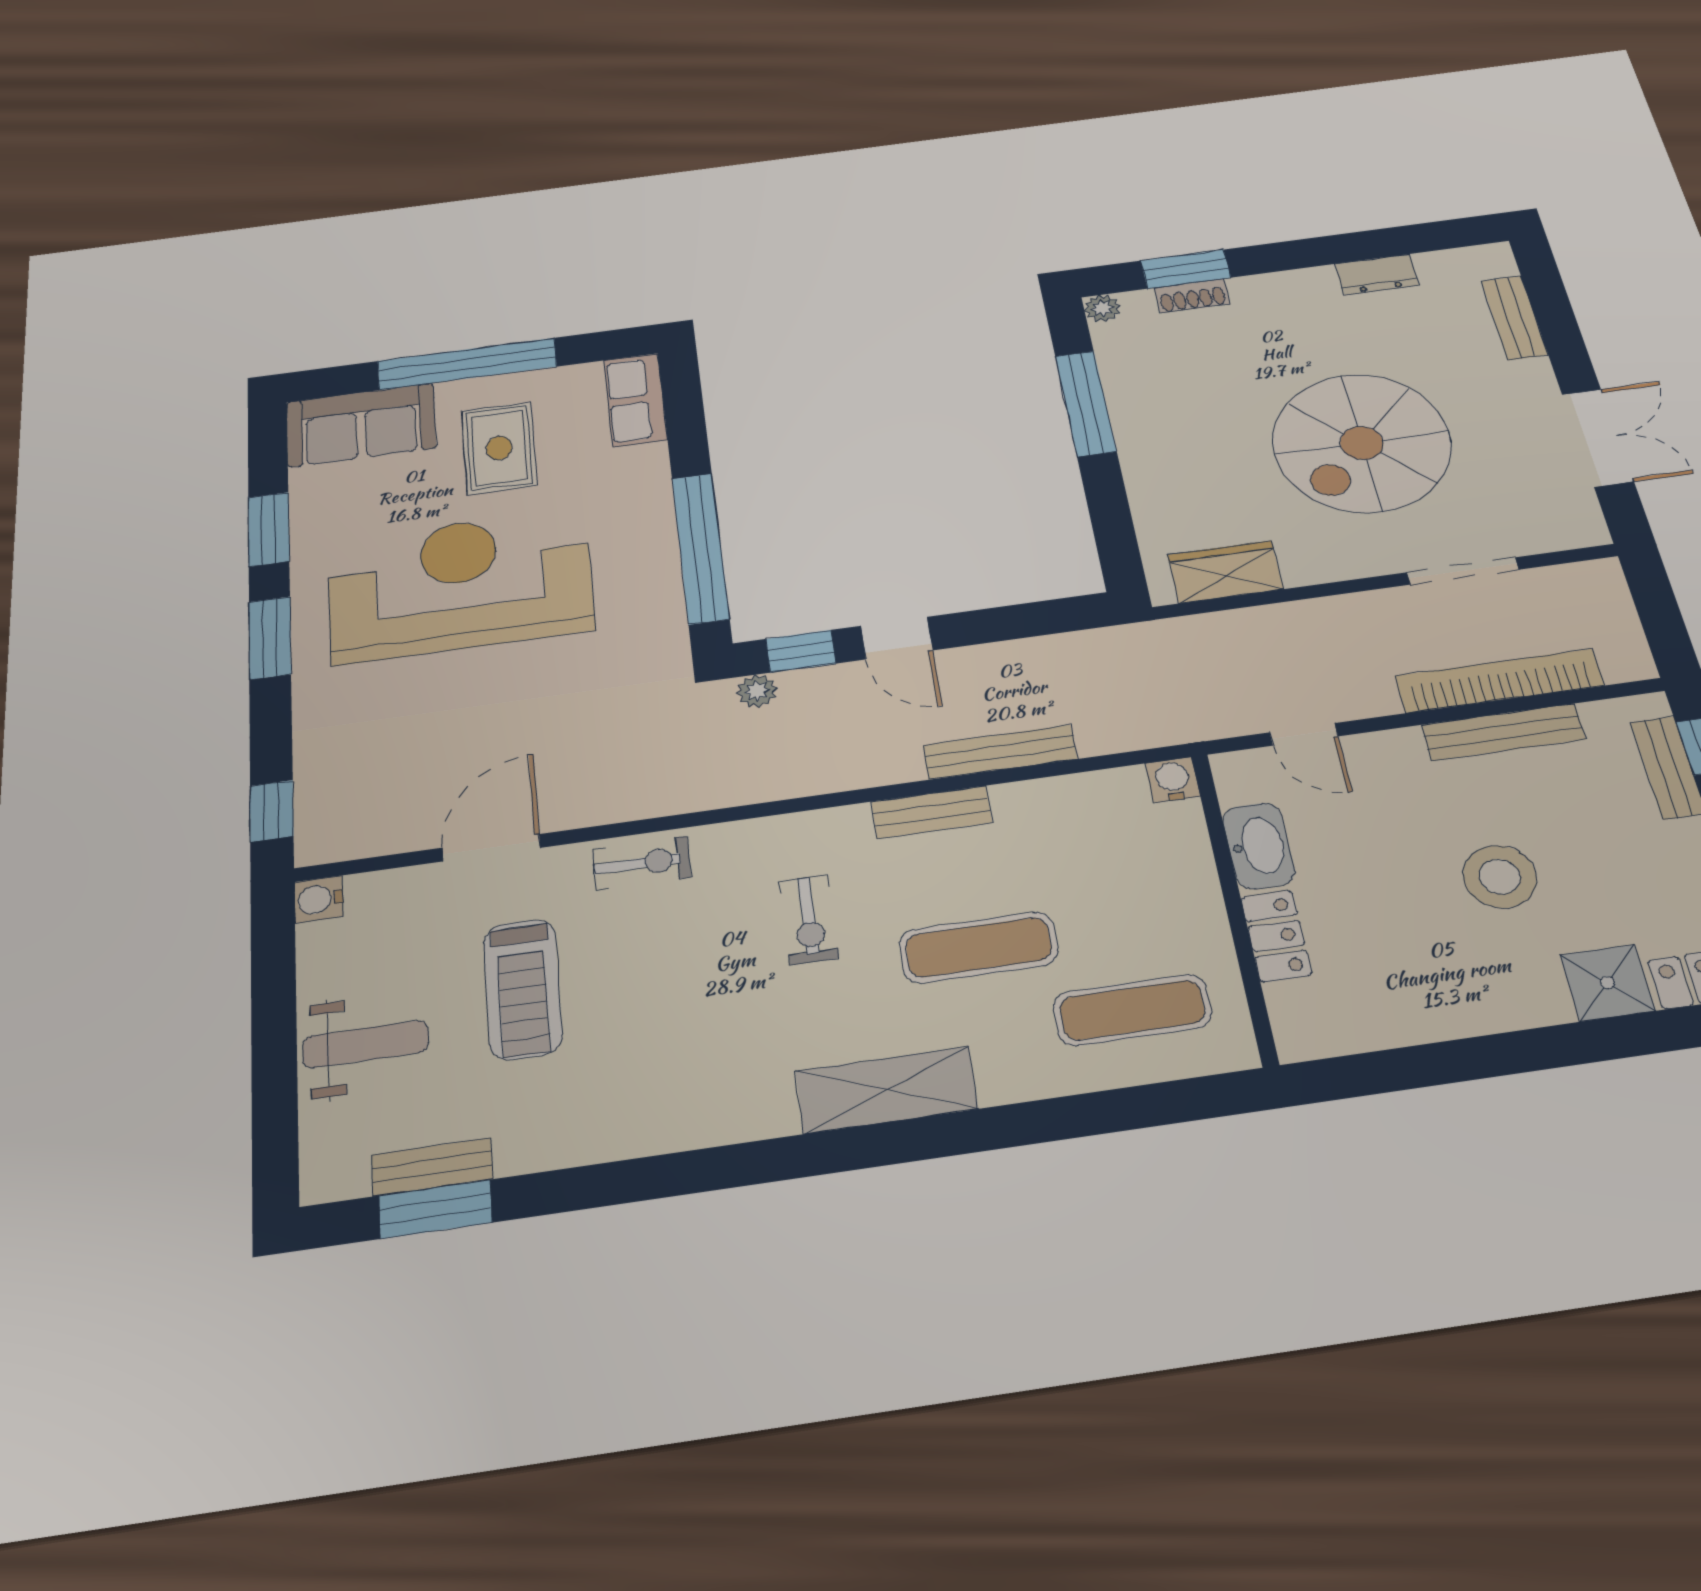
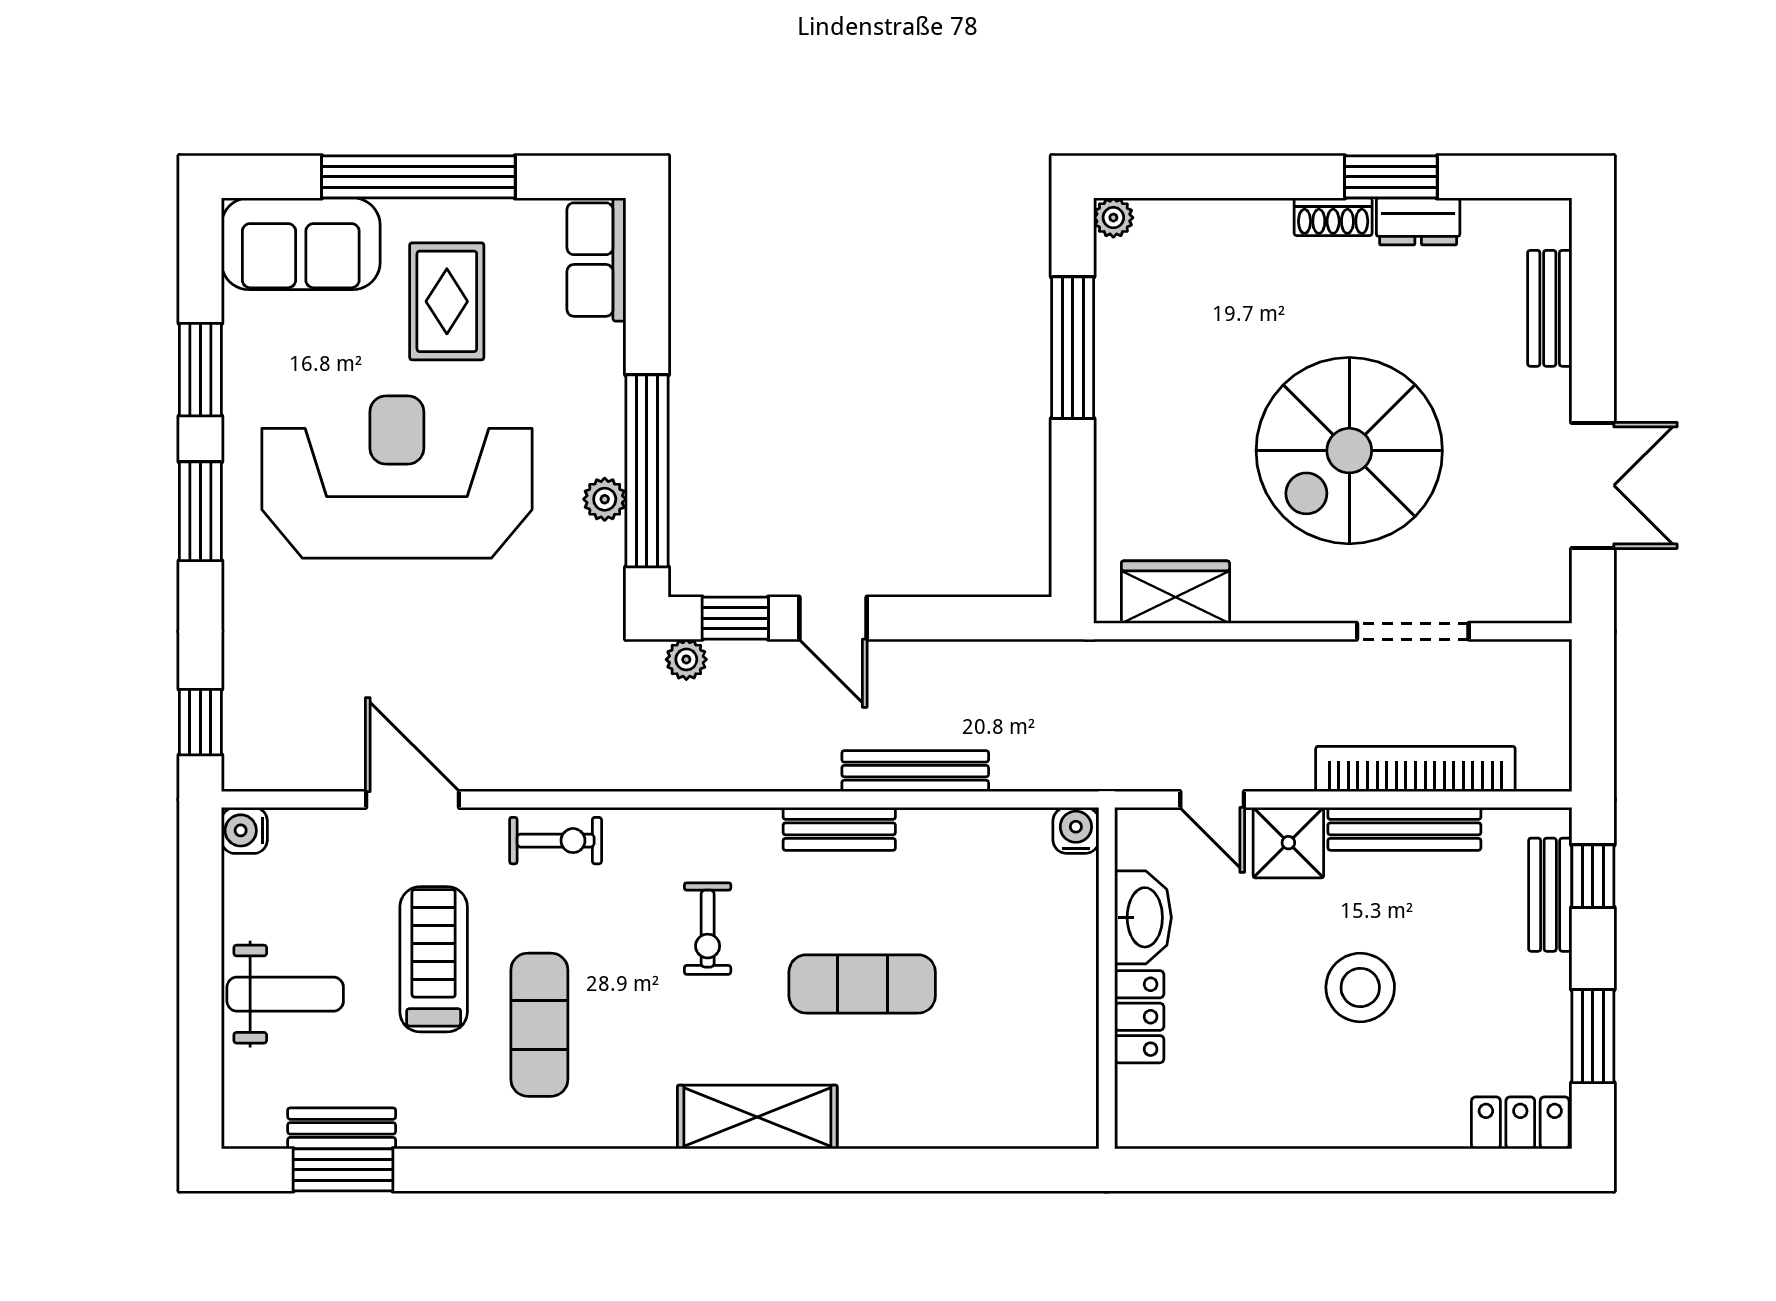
window: (1186, 269) -> (1391, 177), moved
shoe rack: (1192, 296) -> (1333, 217), moved
plant: (662, 575) -> (605, 499), added
door: (491, 848) -> (412, 800), hinge flipped
shower: (1607, 983) -> (1288, 843), moved
treadmill: (523, 989) -> (434, 959), turned 180
exercise mat: (1132, 1010) -> (539, 1025), moved, turned 90

